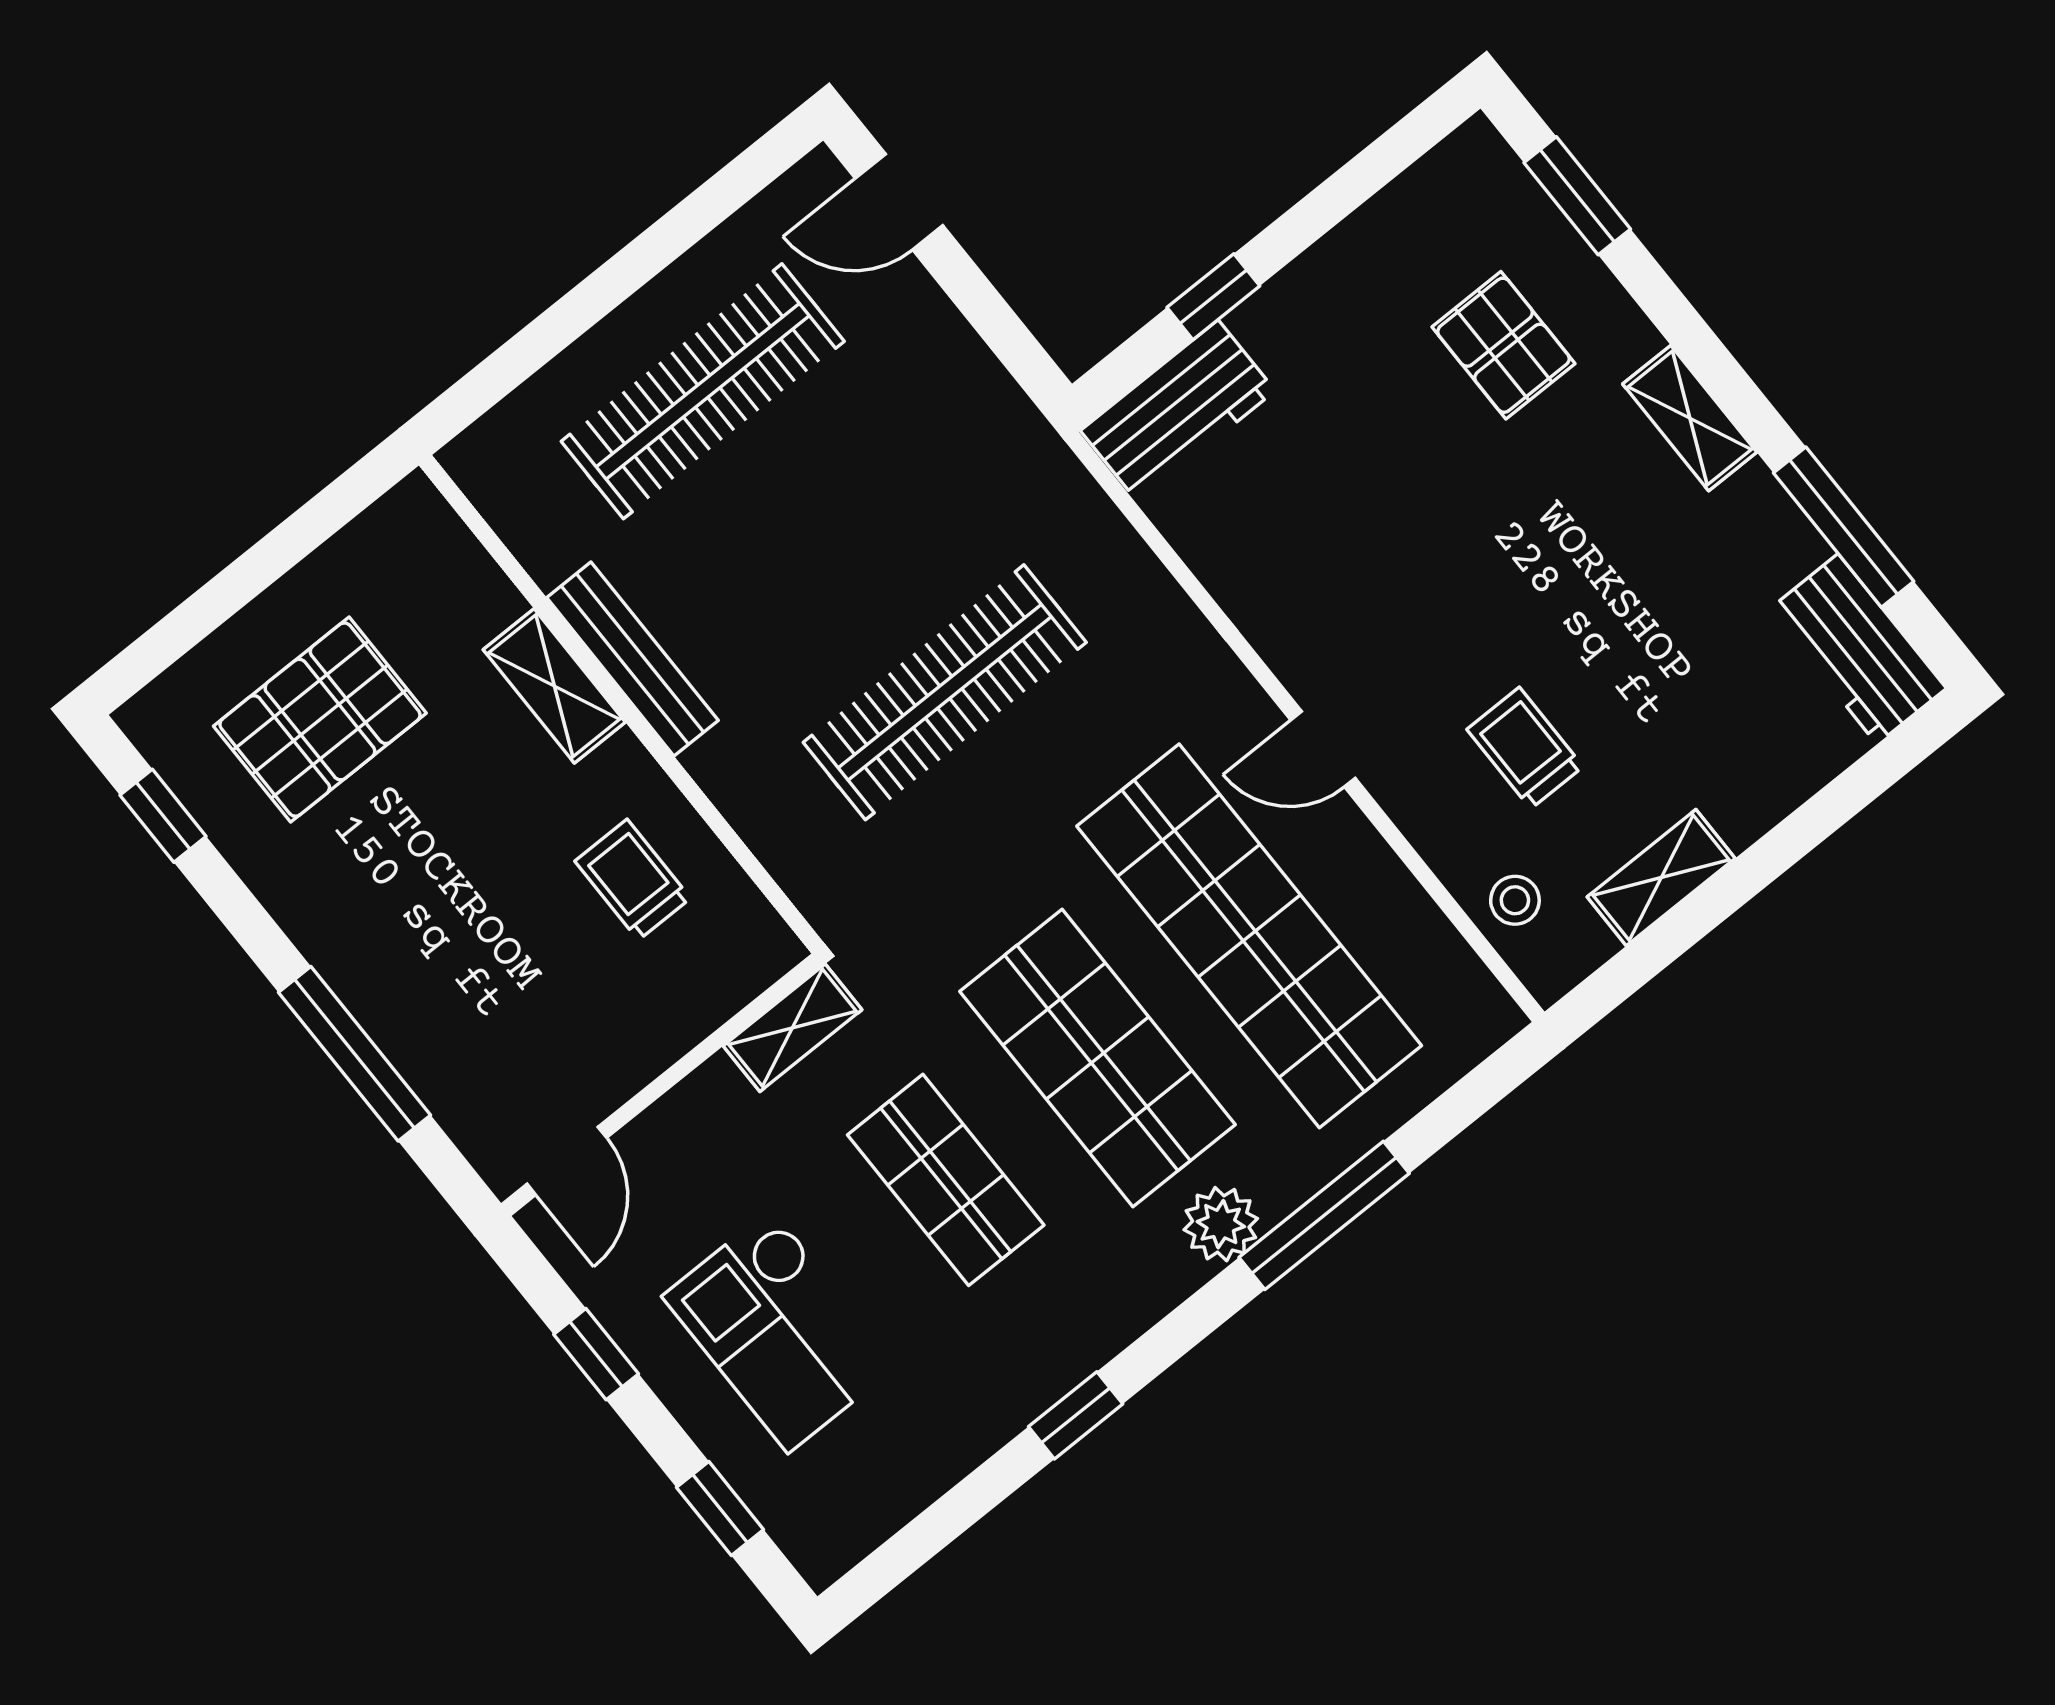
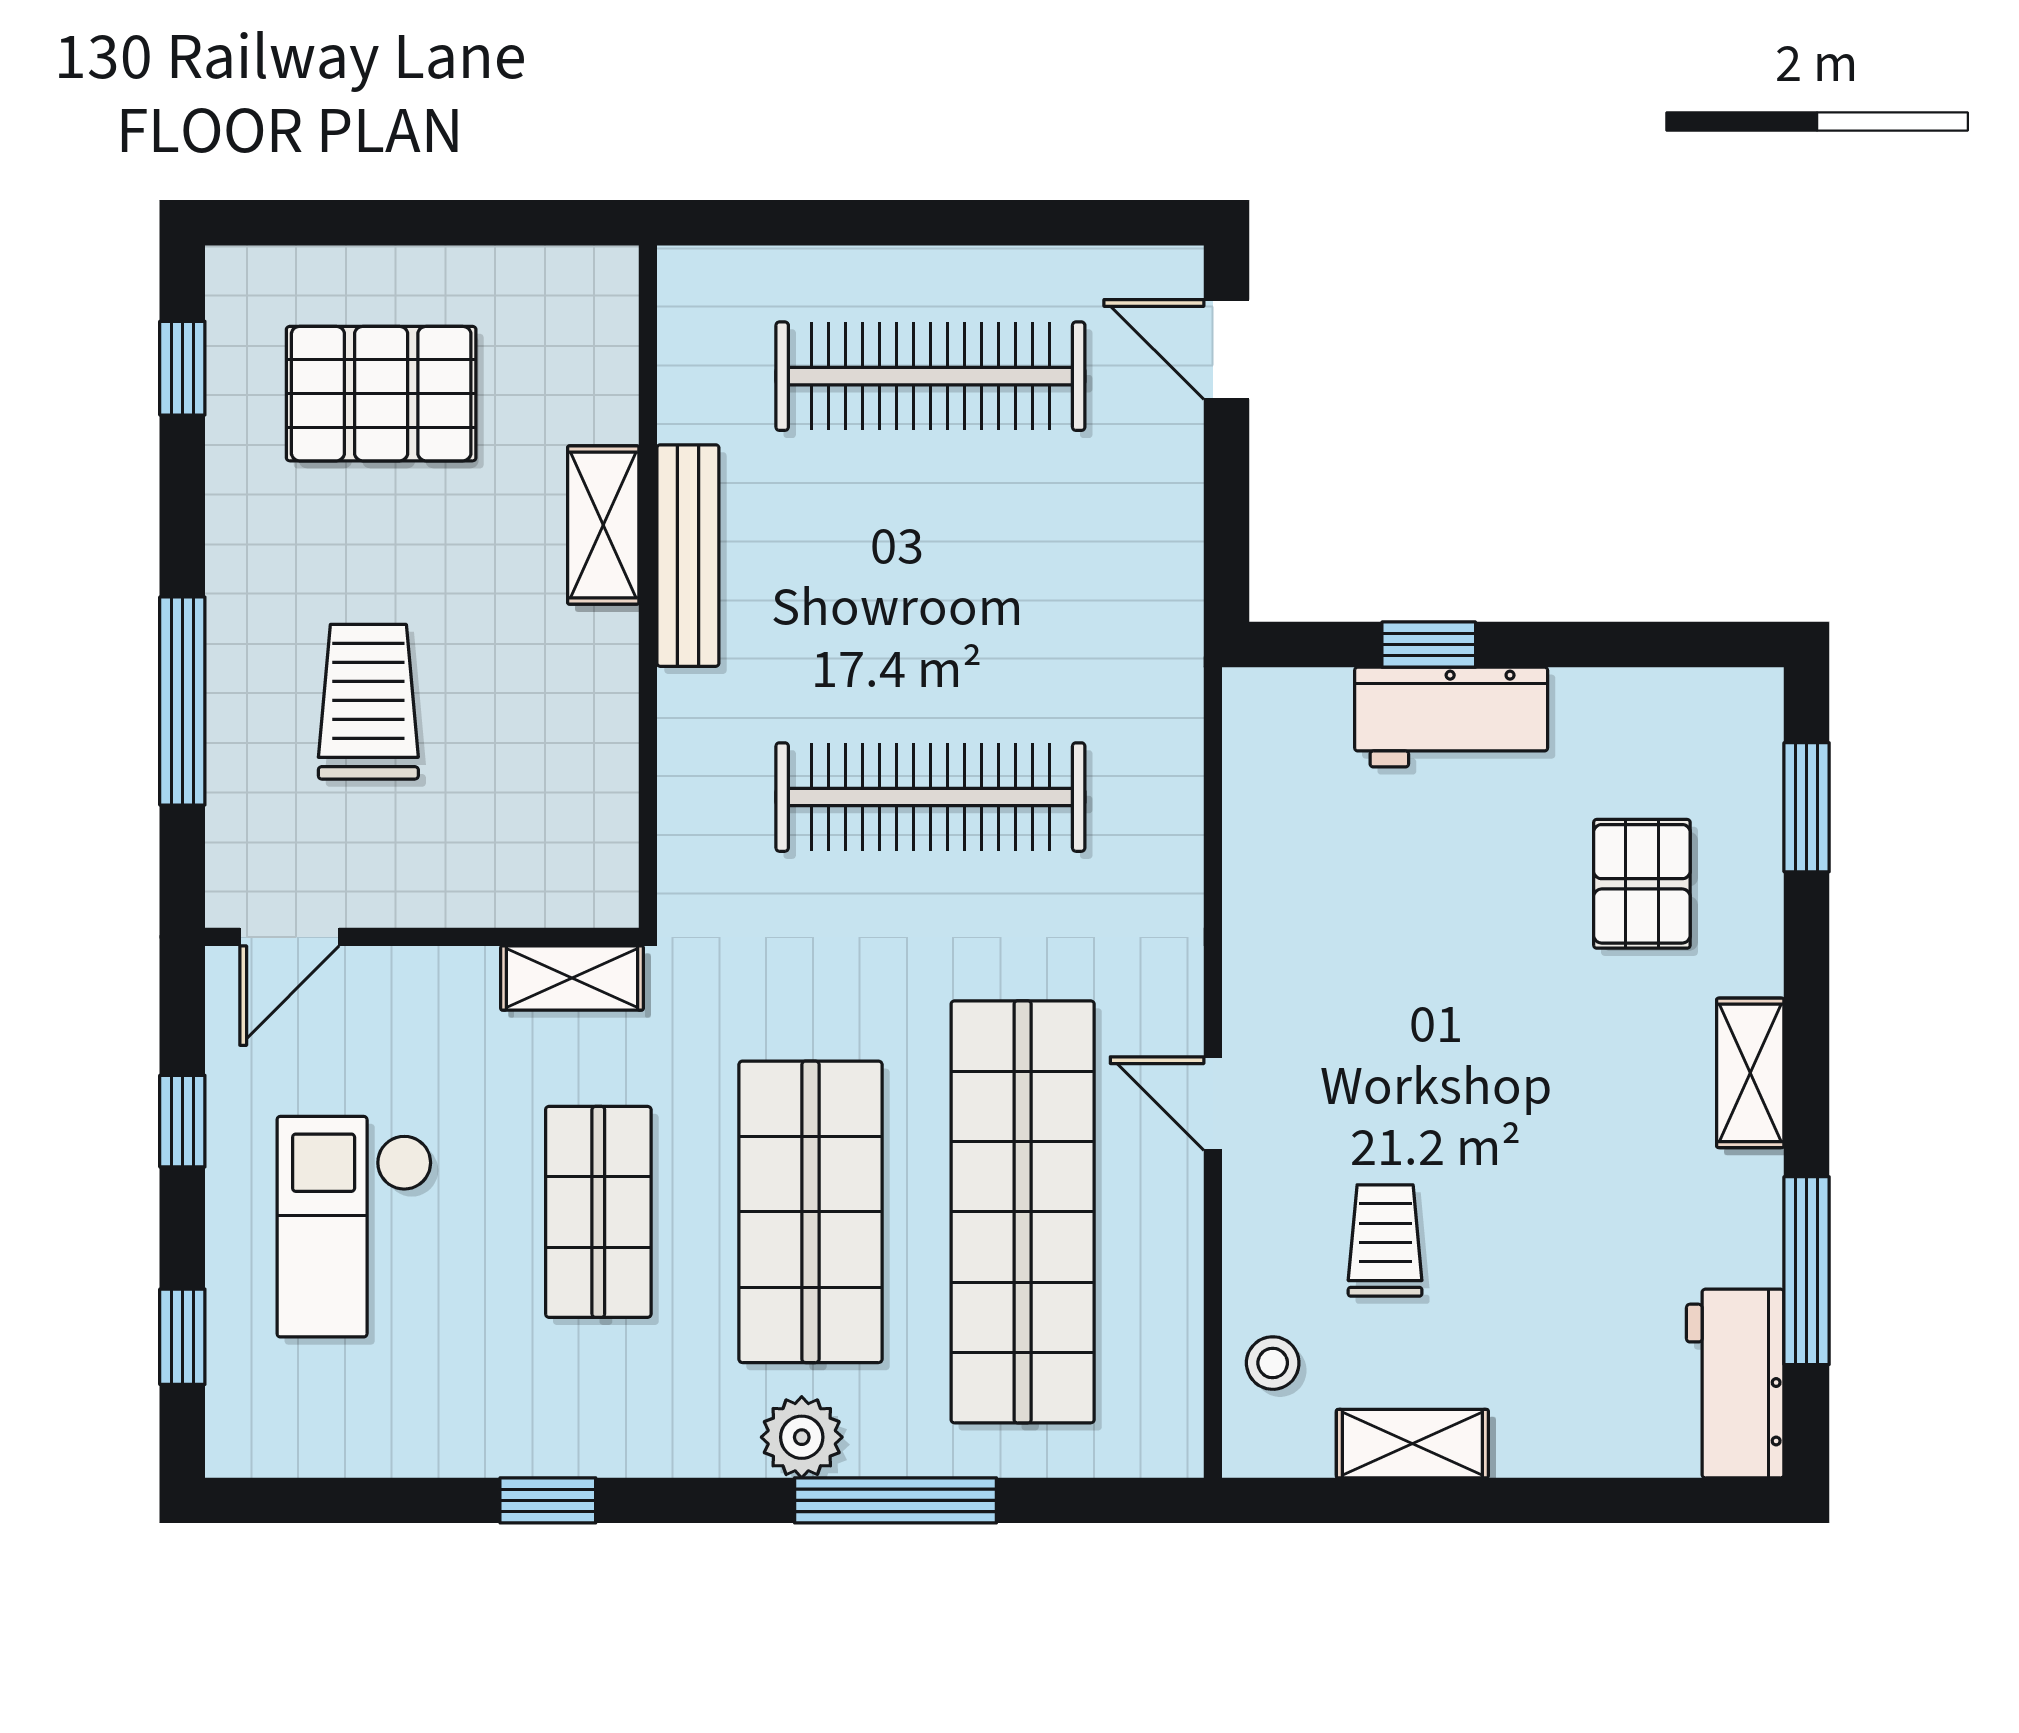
workbench: (1178, 411) -> (1451, 717), moved
trolley: (633, 880) -> (368, 702), moved, width x1.36, depth x1.39

